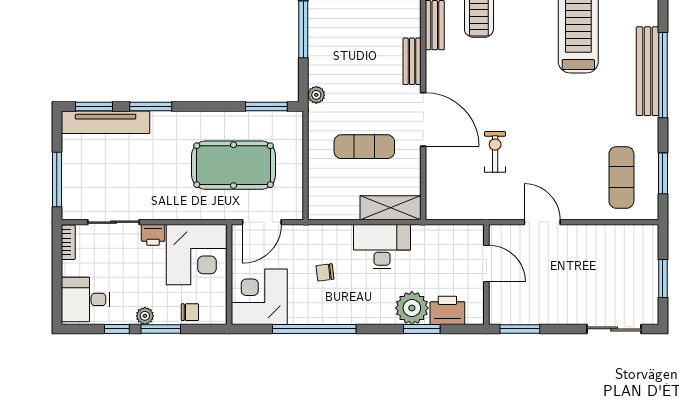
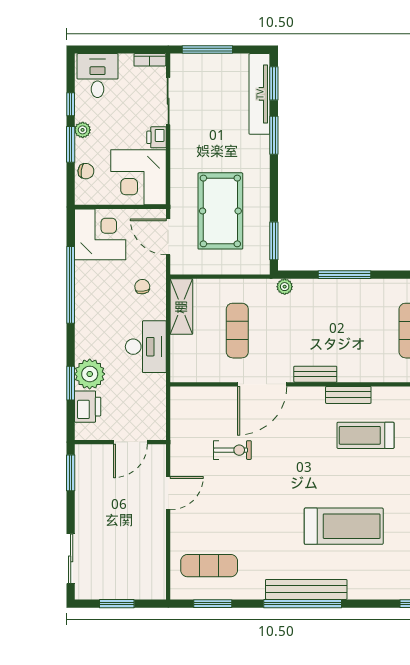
shelving: (391, 208) -> (181, 307), moved
chair: (325, 272) -> (142, 287), moved
chair: (190, 312) -> (86, 171), turned -82

